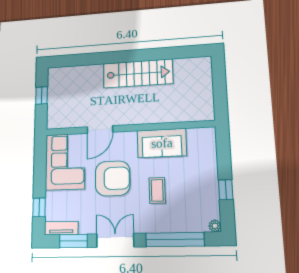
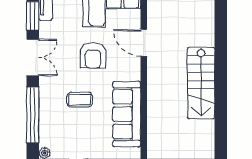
sofa: (162, 143) -> (127, 114), width x1.36
armchair: (113, 178) -> (93, 56), width x0.73, depth x0.73

